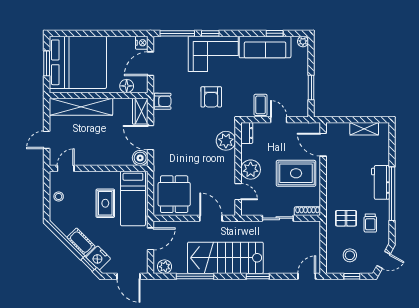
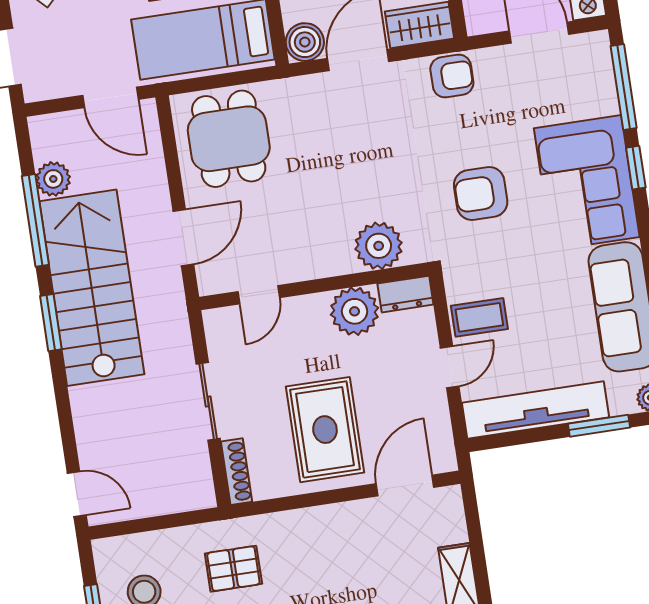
tv unit: (301, 88) -> (535, 410), added
window: (311, 88) -> (599, 426), moved
armchair: (163, 101) -> (452, 76), turned -90
plant: (251, 170) -> (355, 311), moved
dining table: (174, 194) -> (229, 139), turned 90
pallet: (346, 218) -> (233, 569), turned 90
plant: (165, 267) -> (53, 179), moved
window: (258, 276) -> (51, 323), moved

